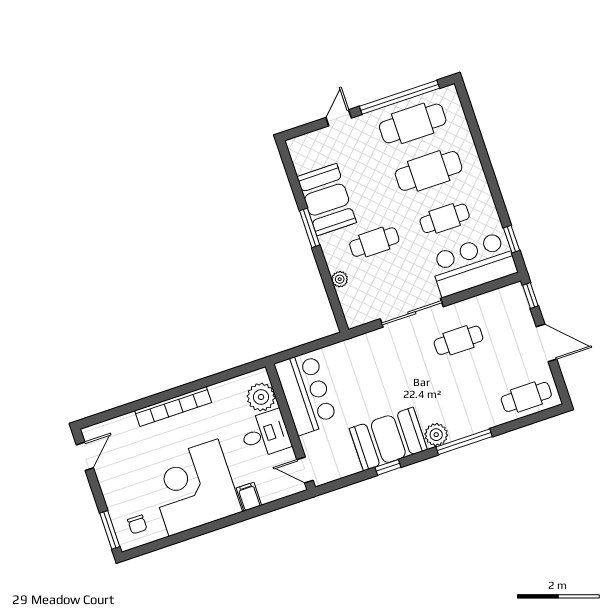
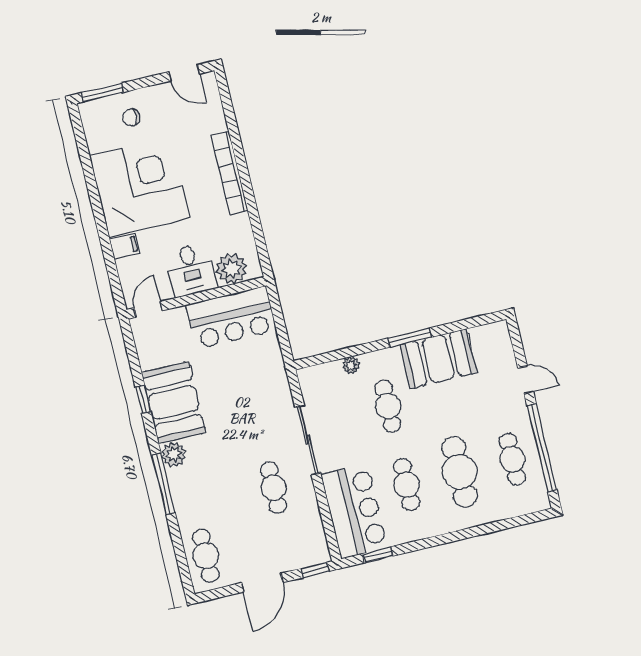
cafe table: (413, 123) -> (512, 459), width x0.73, depth x0.74
chair: (137, 524) -> (131, 117), moved

